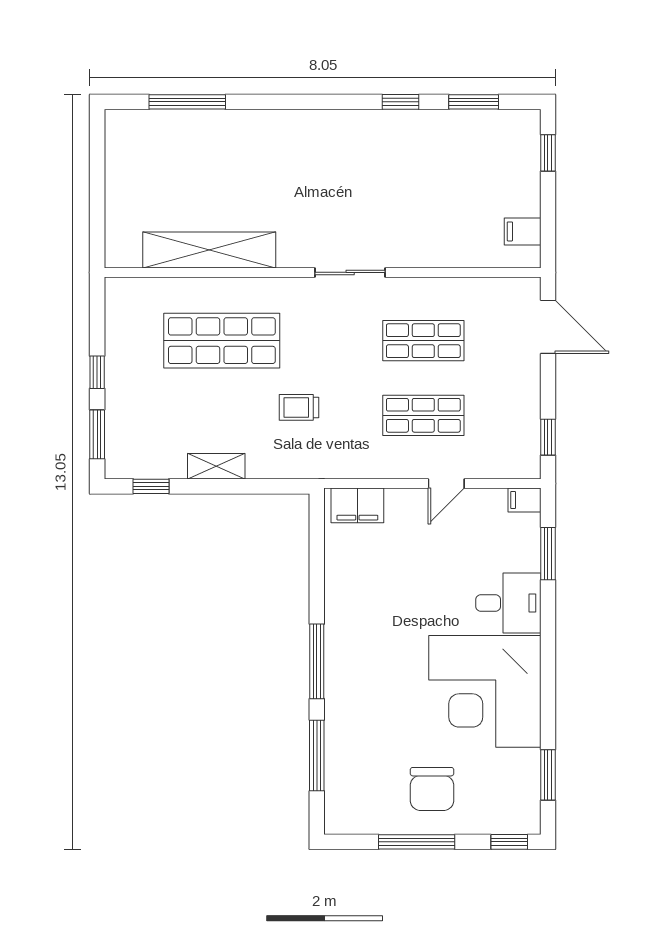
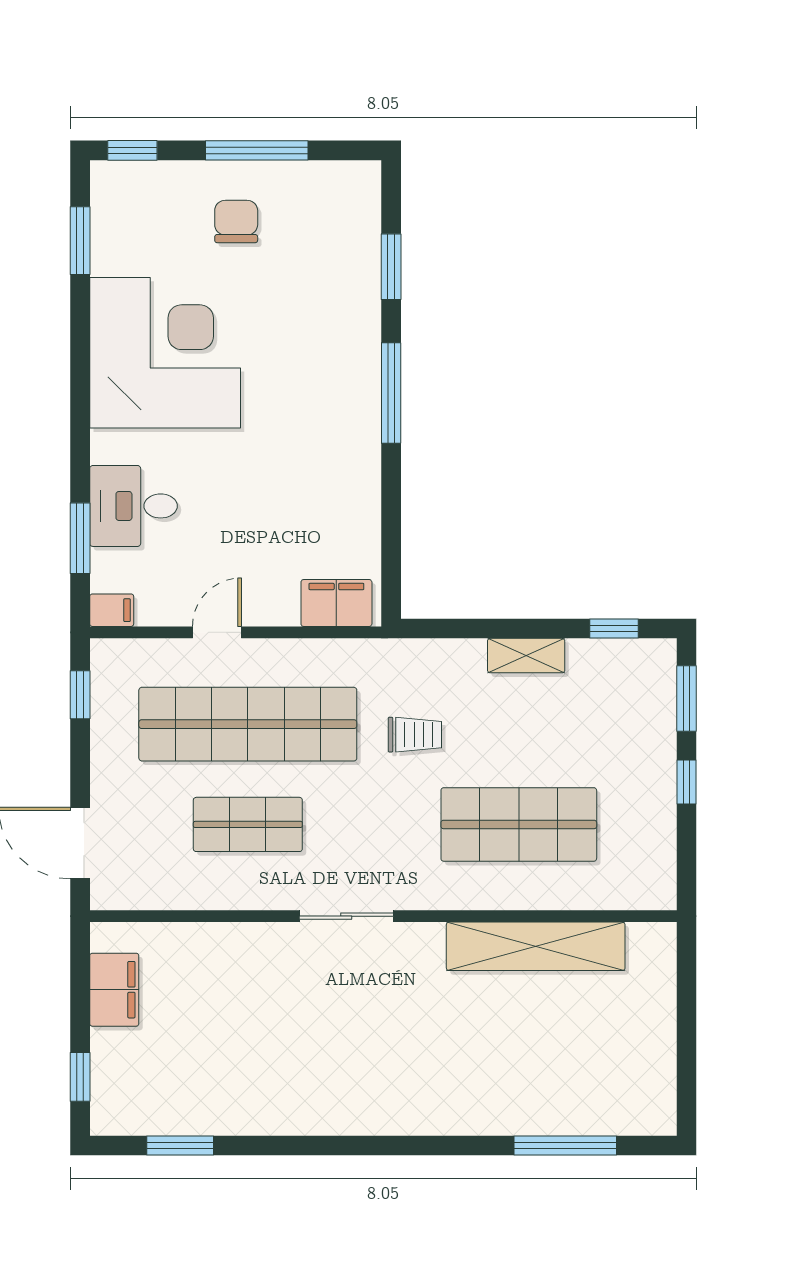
window: (400, 102) -> (278, 1145), removed
filing cabinet: (523, 231) -> (114, 990), width x2.00
shop shelf: (423, 415) -> (248, 724), width x2.00, depth x1.36
desk: (508, 603) -> (134, 506), moved
window: (317, 755) -> (391, 267), width x0.69
chair: (432, 789) -> (236, 221), width x0.73, depth x0.73

